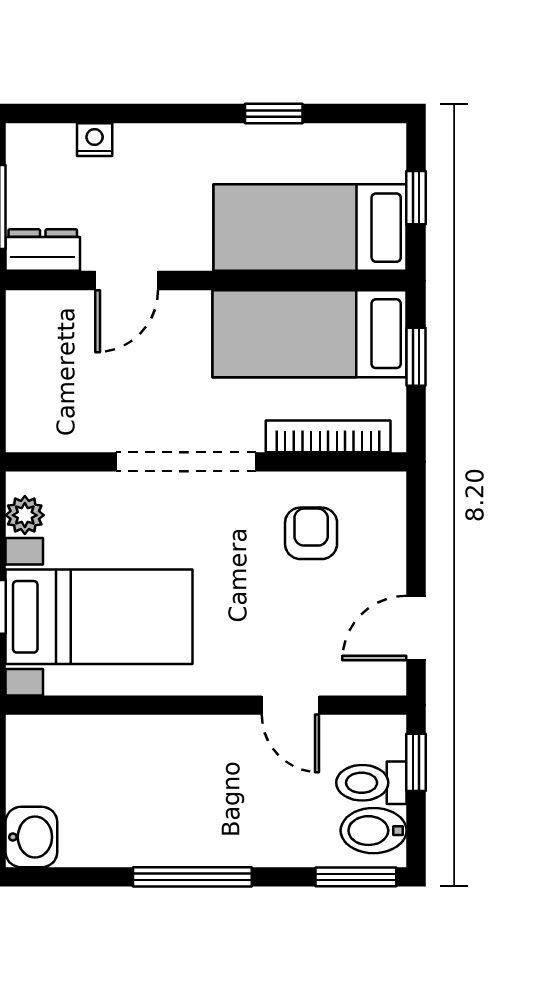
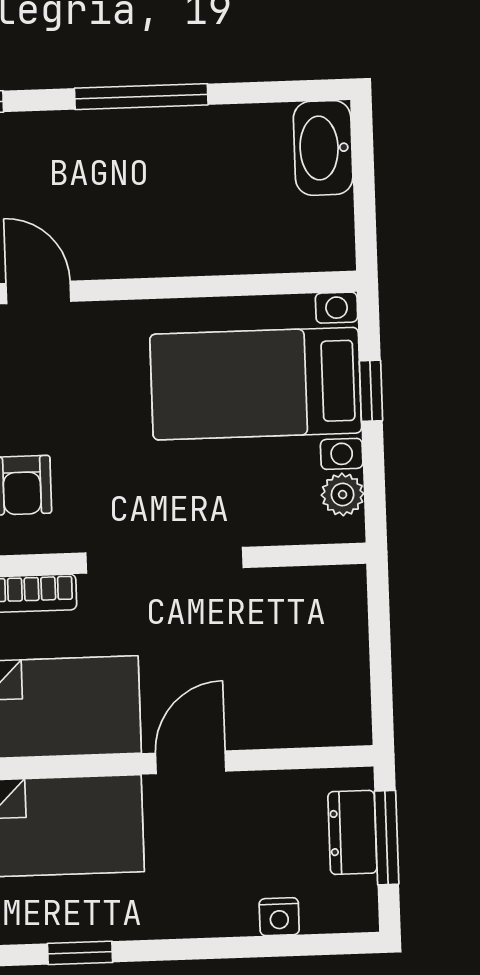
dresser: (43, 250) -> (352, 832), moved, turned 90
door: (127, 281) -> (191, 762), moved
washbasin: (31, 837) -> (323, 148), width x1.38

